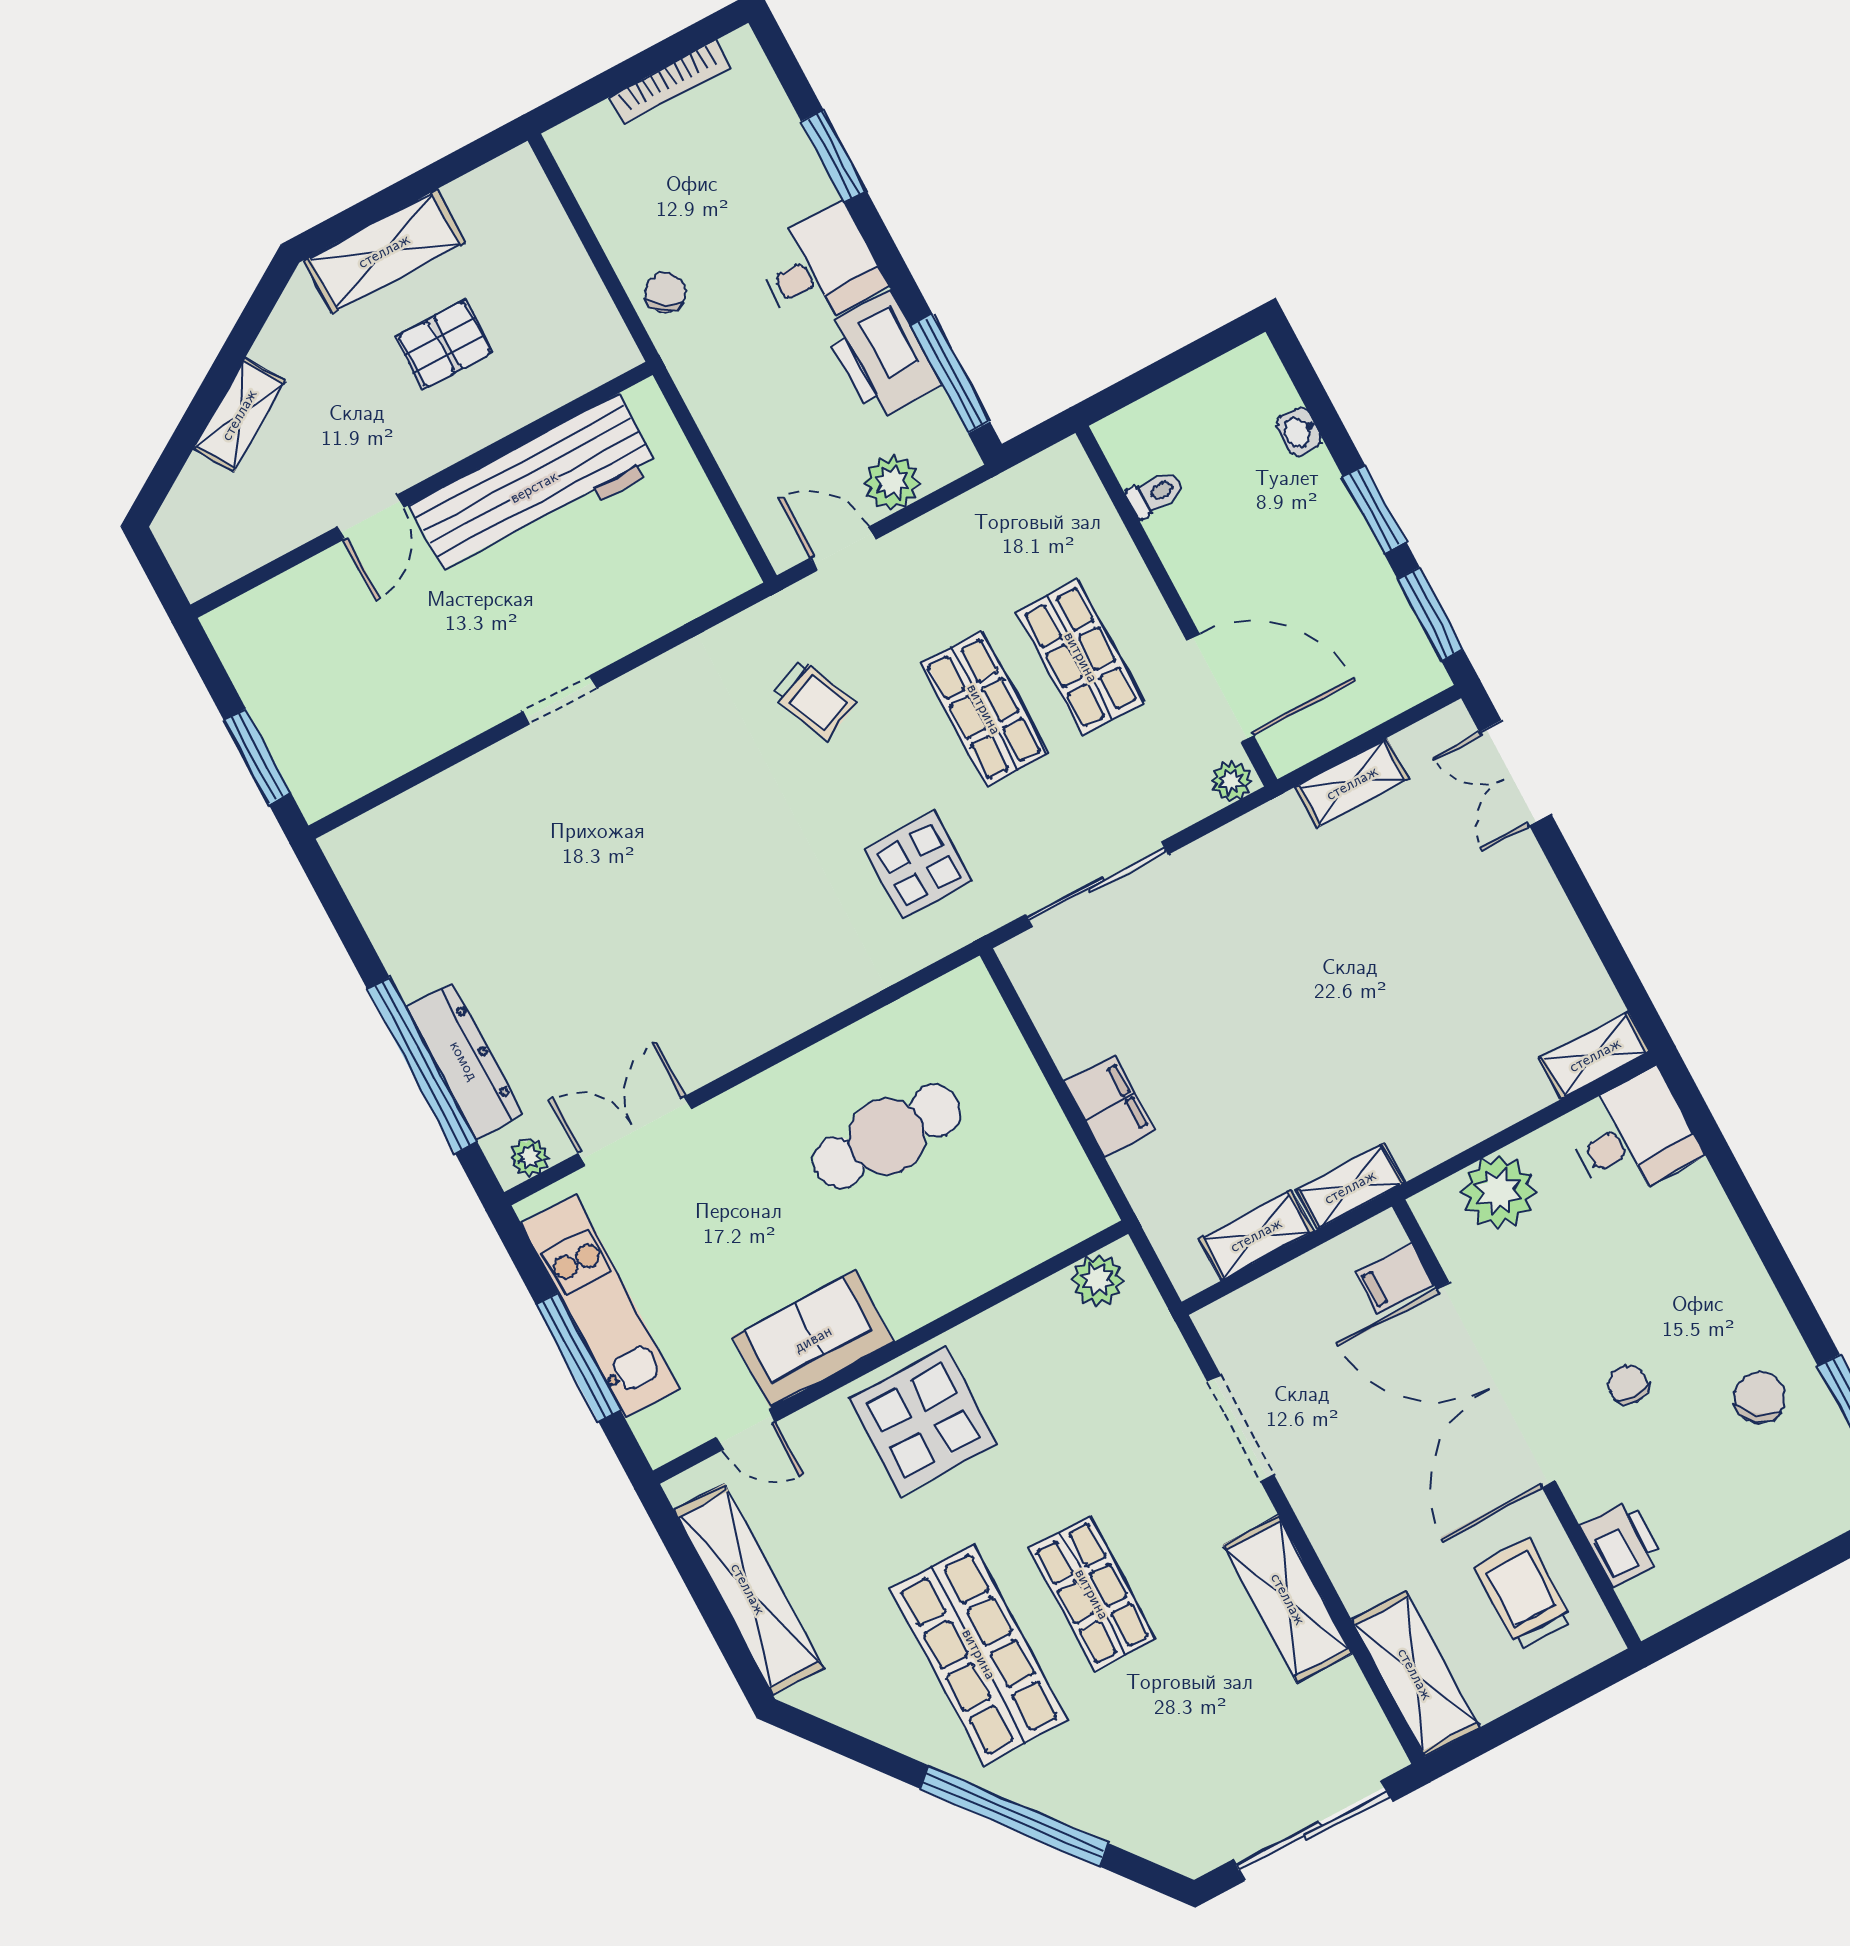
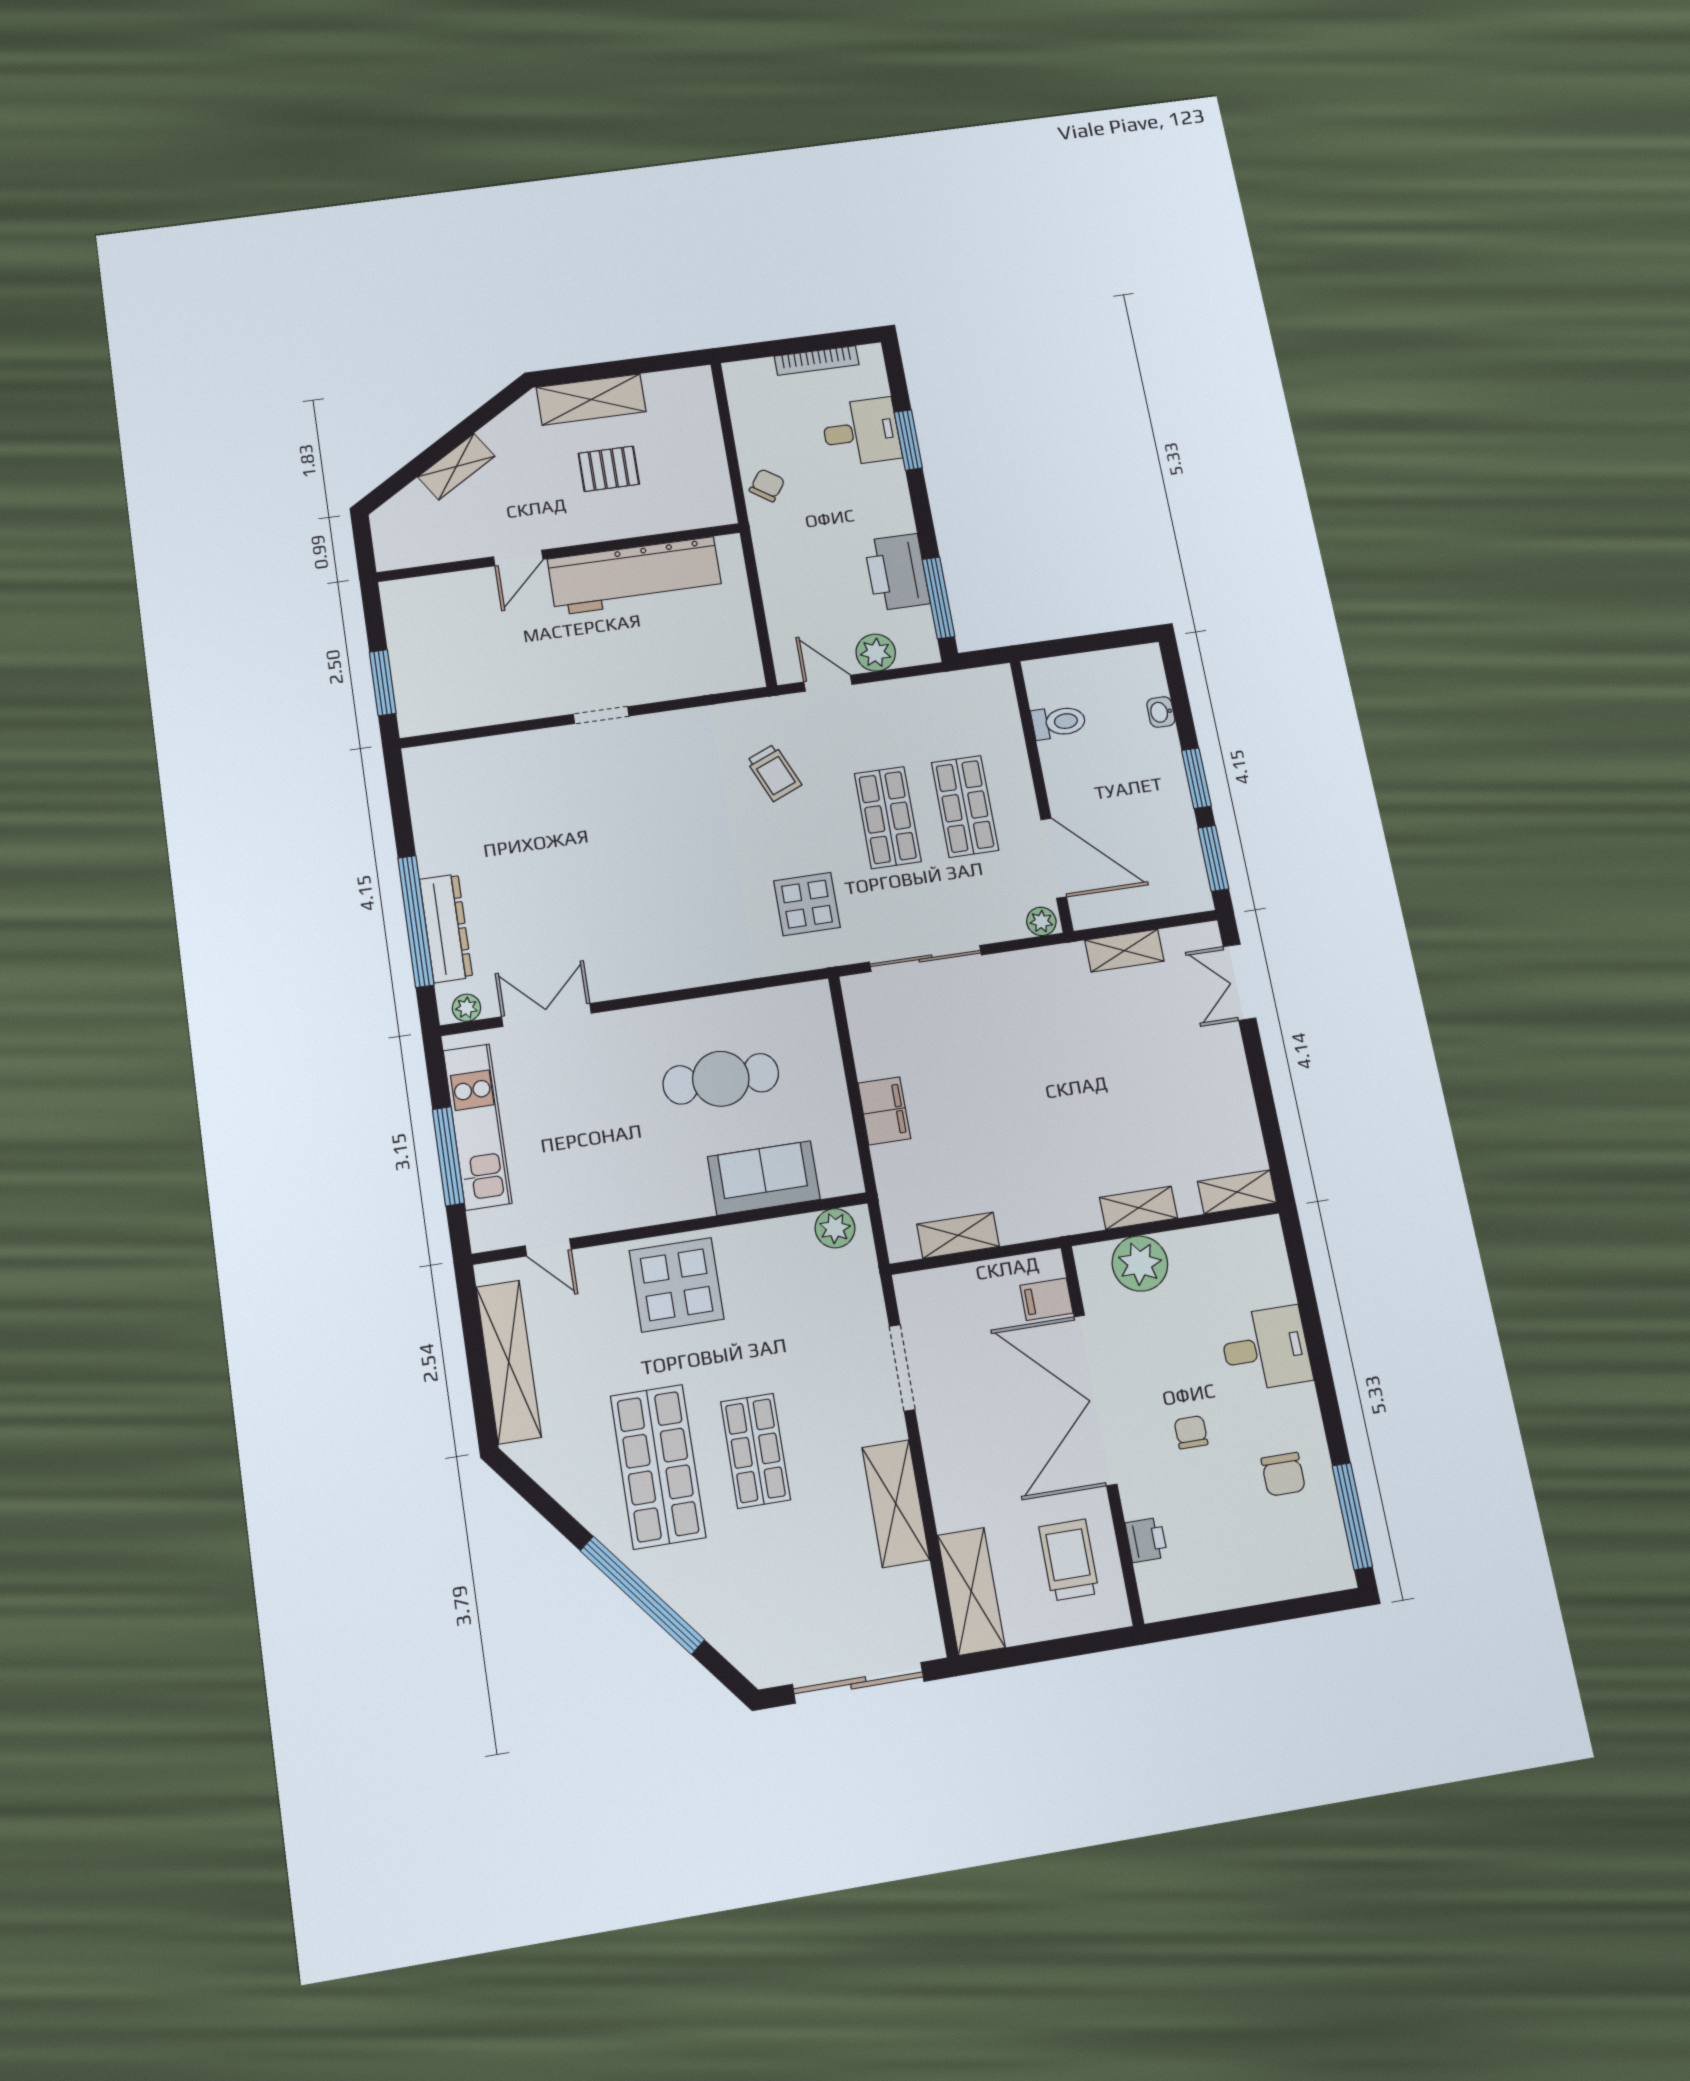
desk: (820, 268) -> (861, 432), moved
toilet: (1155, 494) -> (1059, 722), width x1.37, depth x1.39
desk: (1632, 1136) -> (1266, 1349), moved
shelving: (1350, 1187) -> (1139, 1208), moved
sofa: (813, 1339) -> (764, 1178), moved
chair: (1759, 1398) -> (1283, 1474), turned 141
printer: (1622, 1543) -> (1146, 1540), width x0.73, depth x0.81

